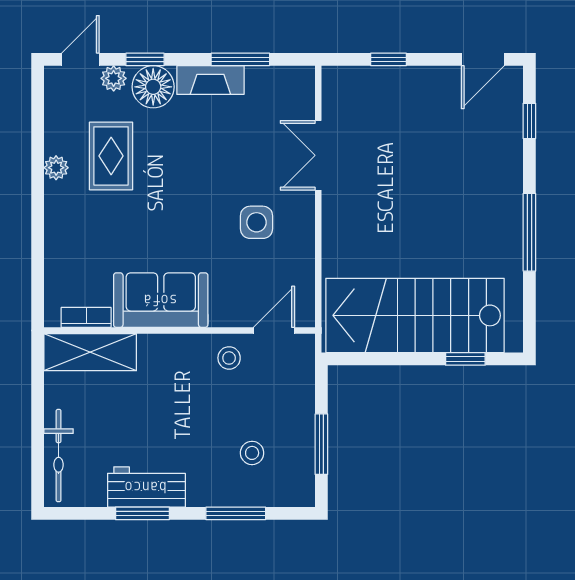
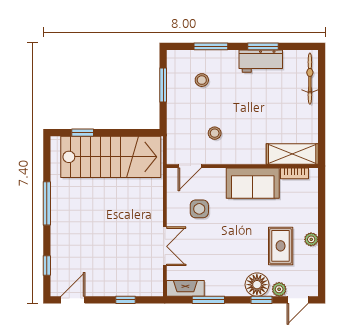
fireplace: (210, 80) -> (185, 288), moved
sofa: (161, 300) -> (253, 183), moved
bookcase: (86, 317) -> (294, 173), moved
wall: (179, 331) -> (242, 166), moved
door: (274, 331) -> (190, 166), moved
shelving: (90, 352) -> (292, 154), moved

